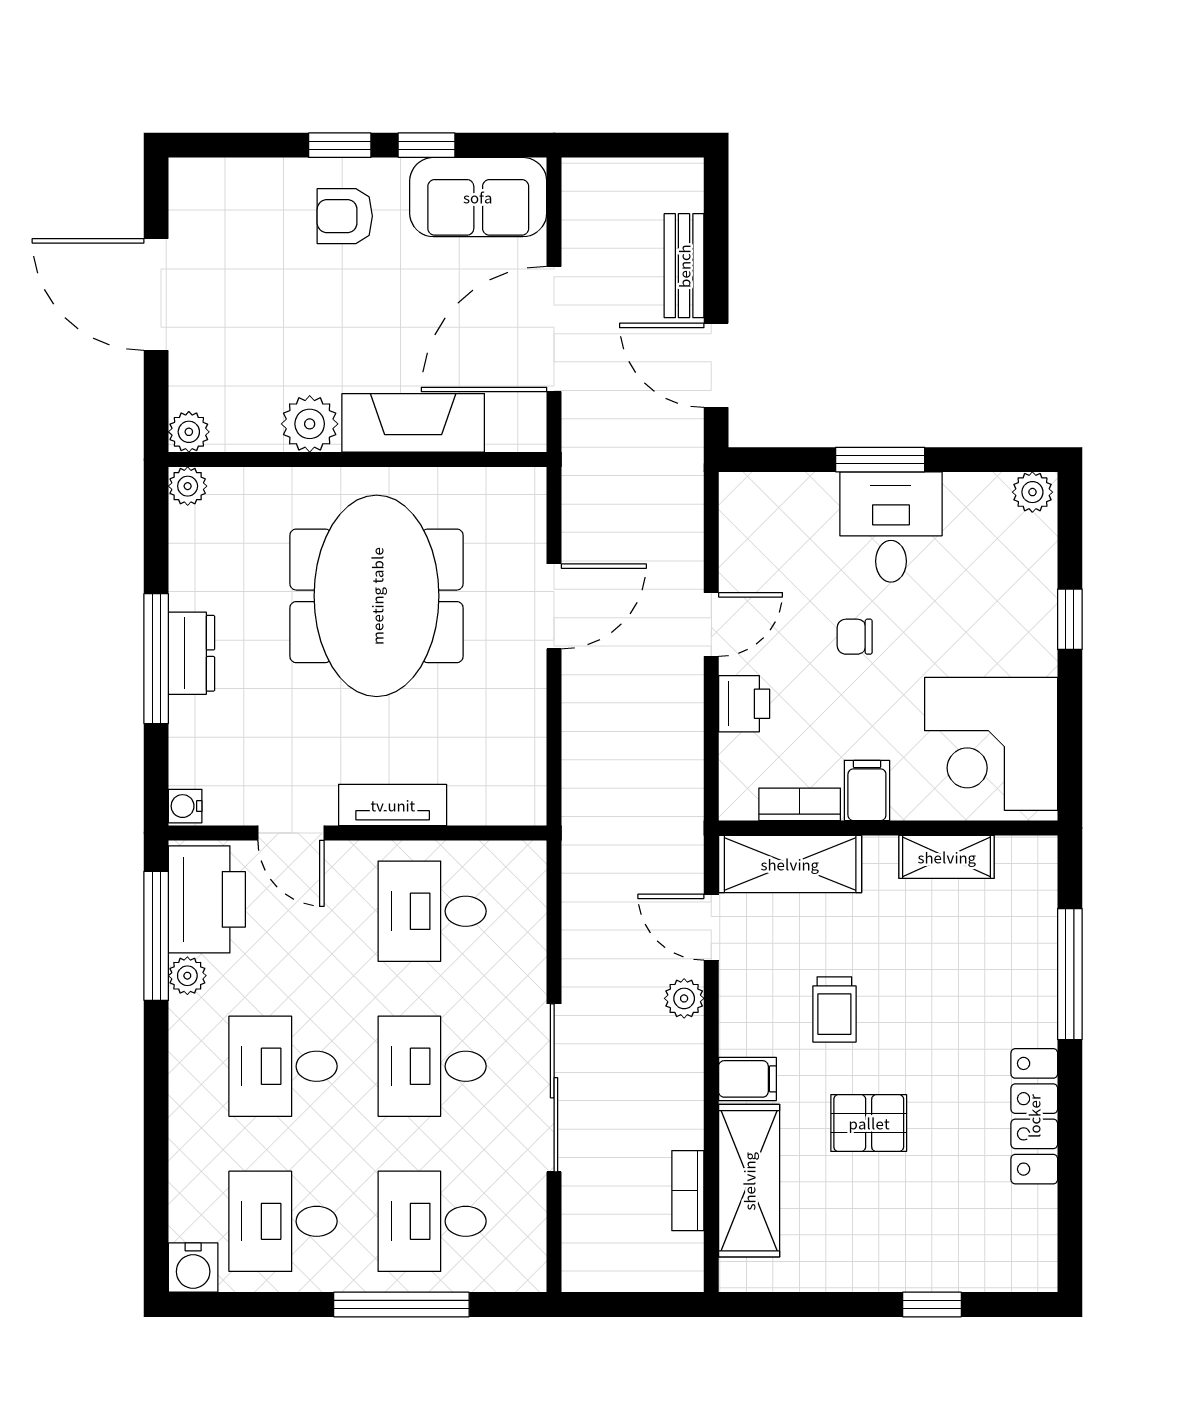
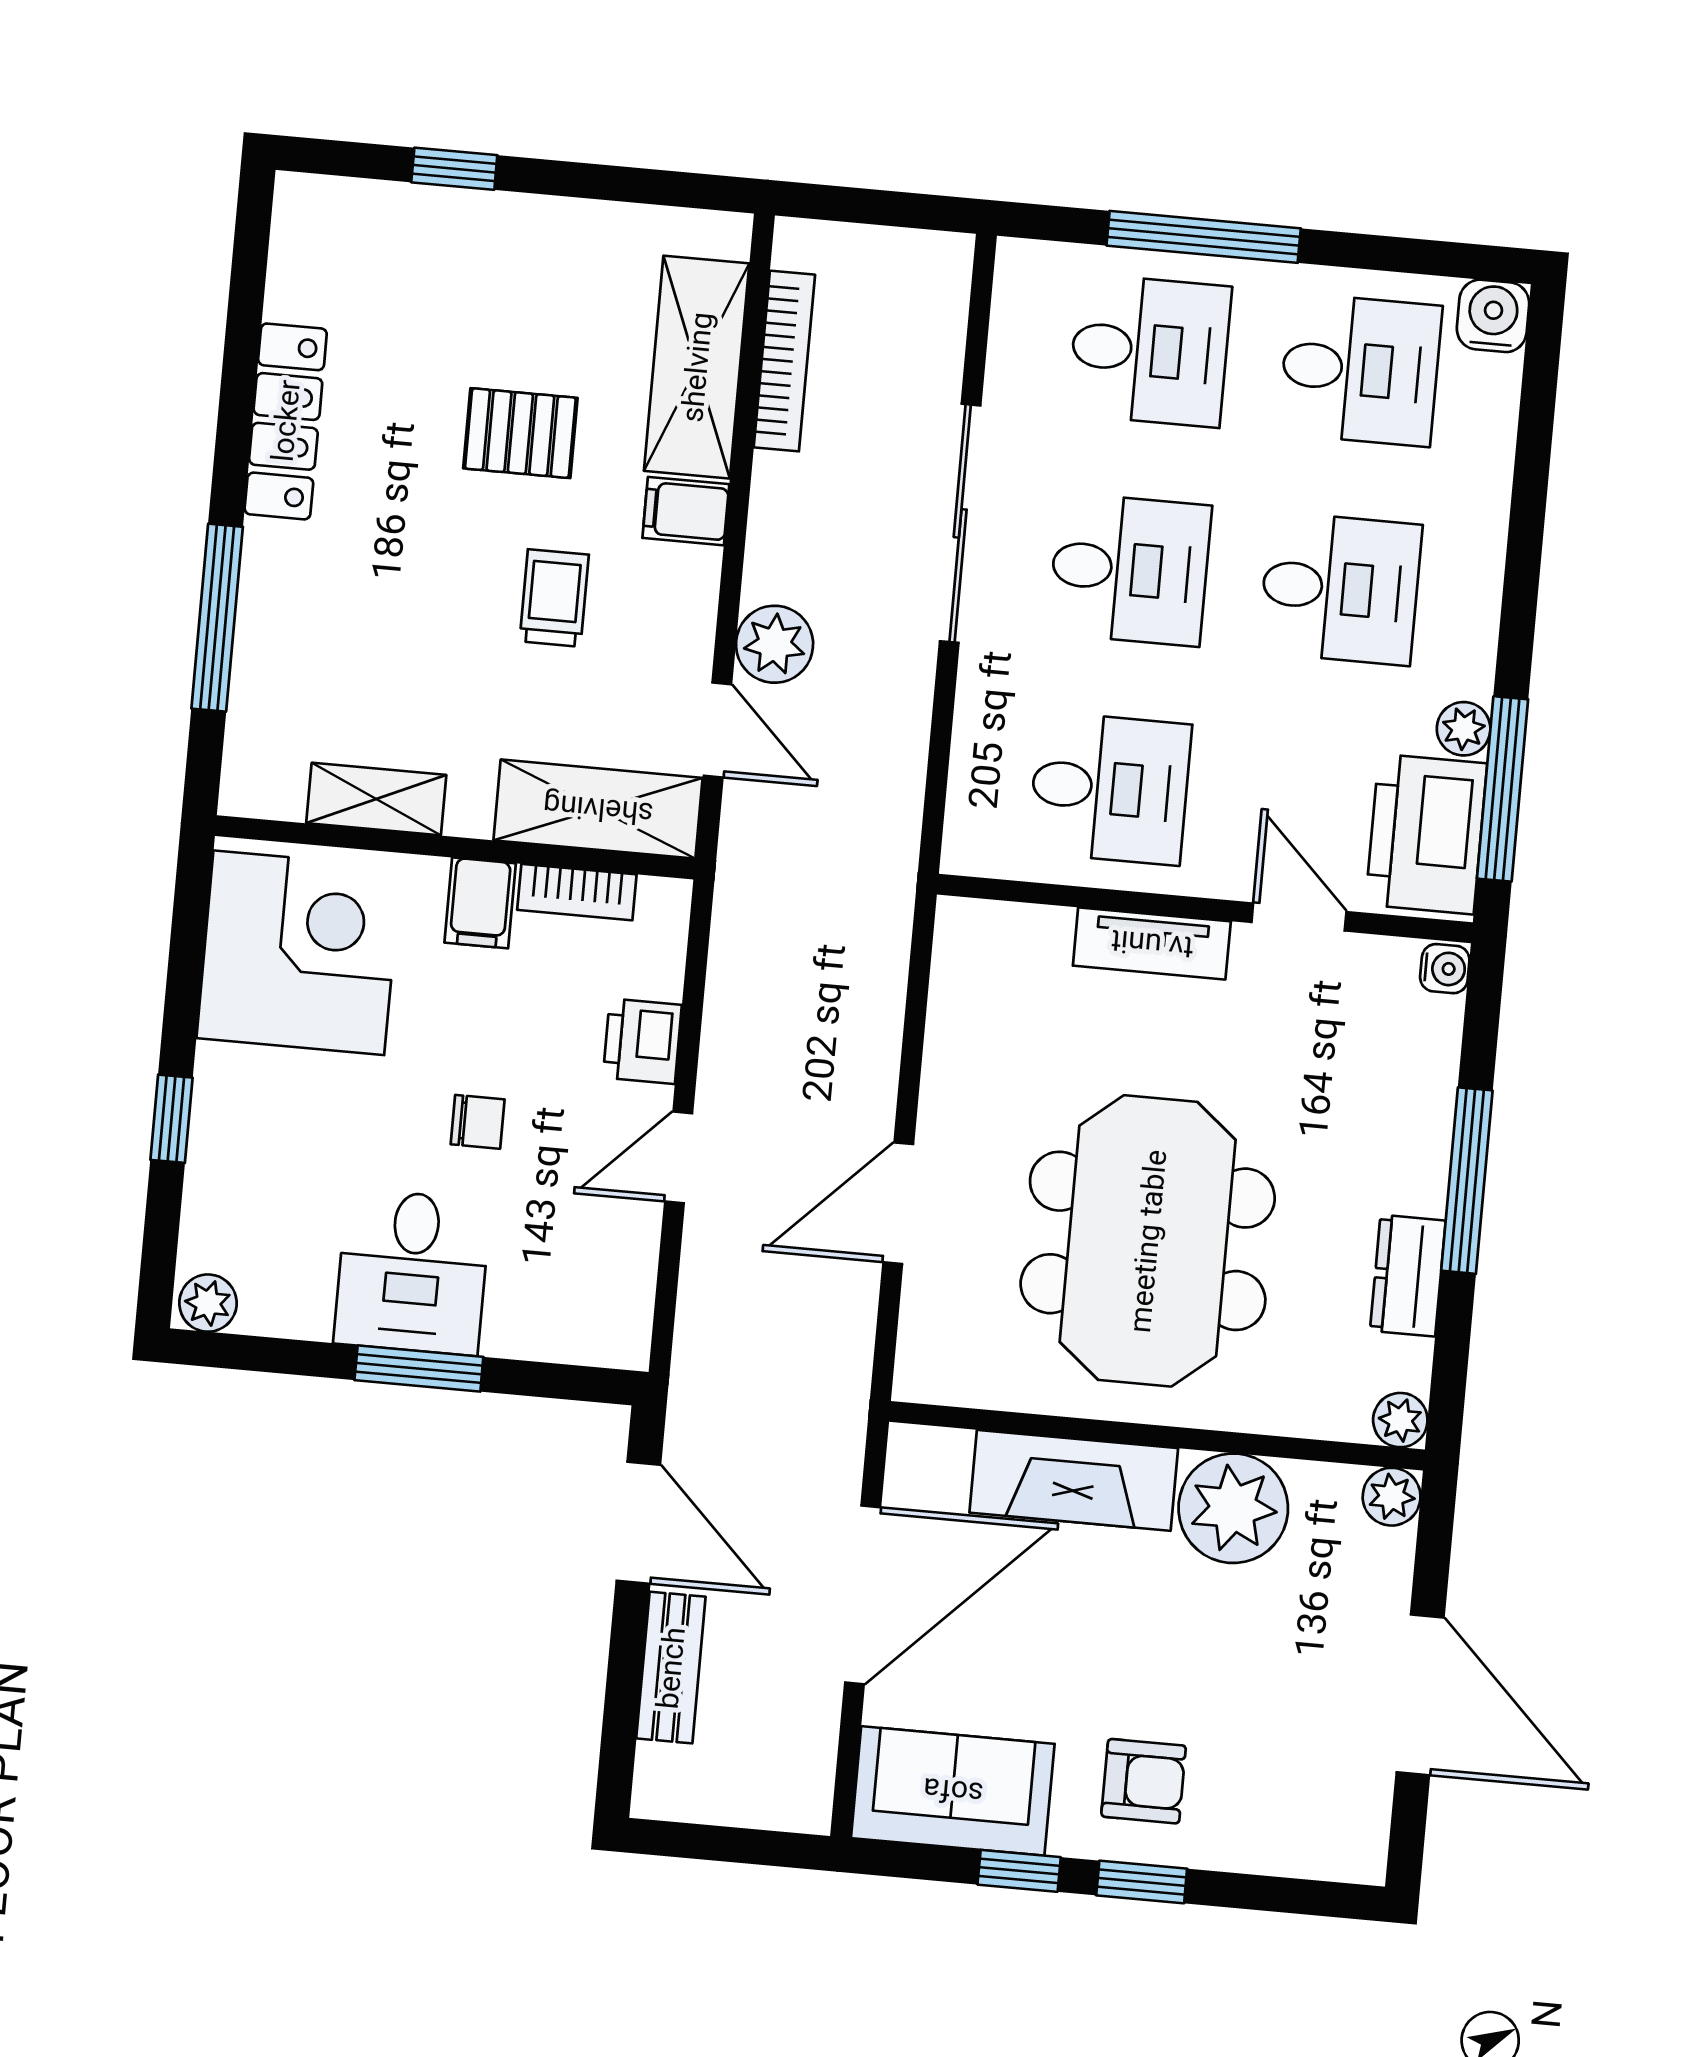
plant: (310, 424) -> (1233, 1508), width x1.36, depth x1.36
dresser: (192, 653) -> (1408, 1276), moved
plant: (684, 998) -> (775, 644), width x1.38, depth x1.38
bookcase: (688, 1191) -> (784, 361), width x1.56

